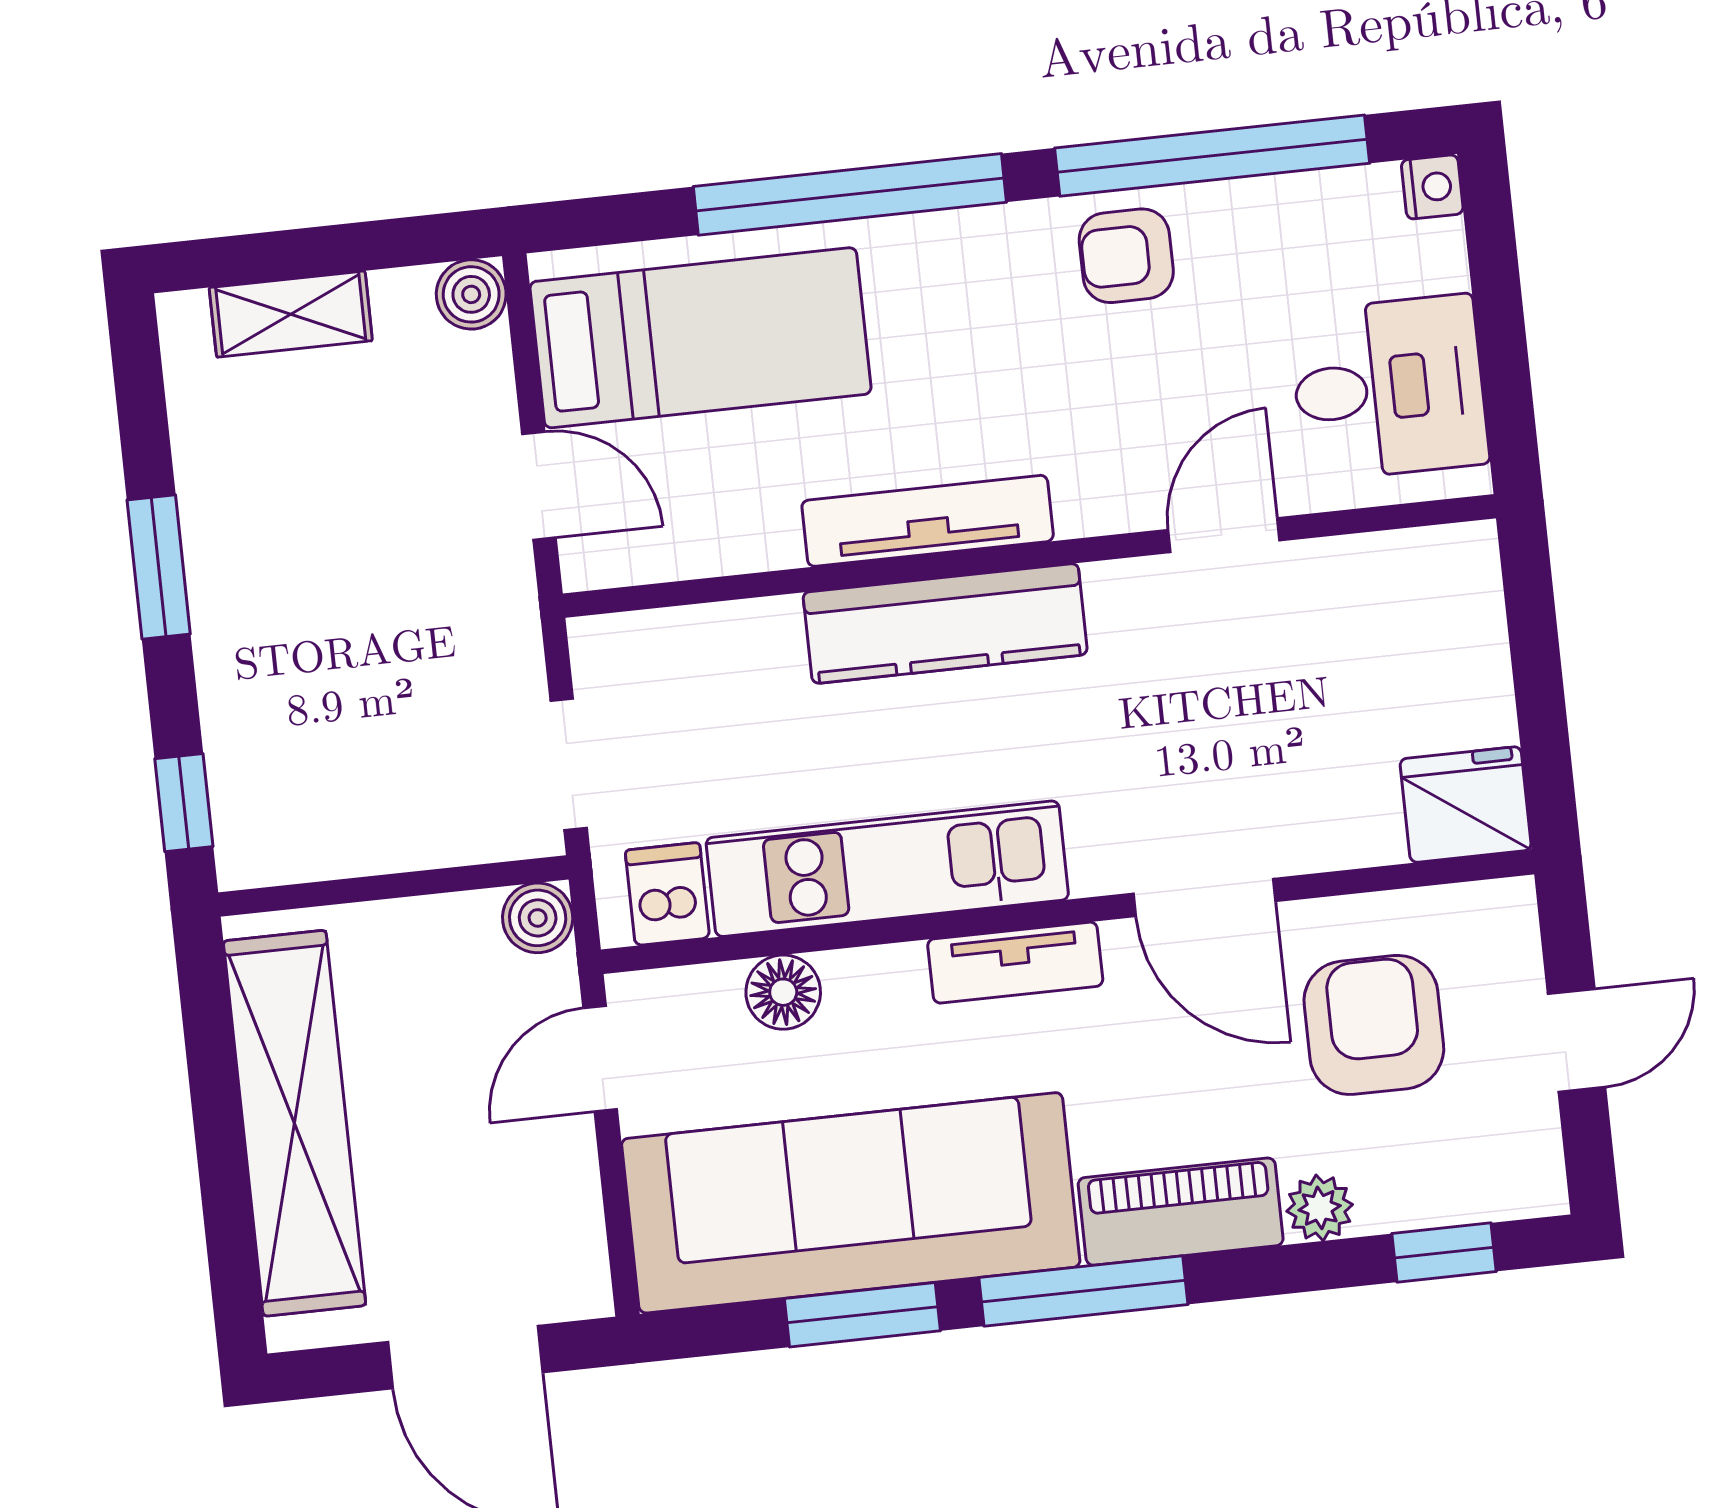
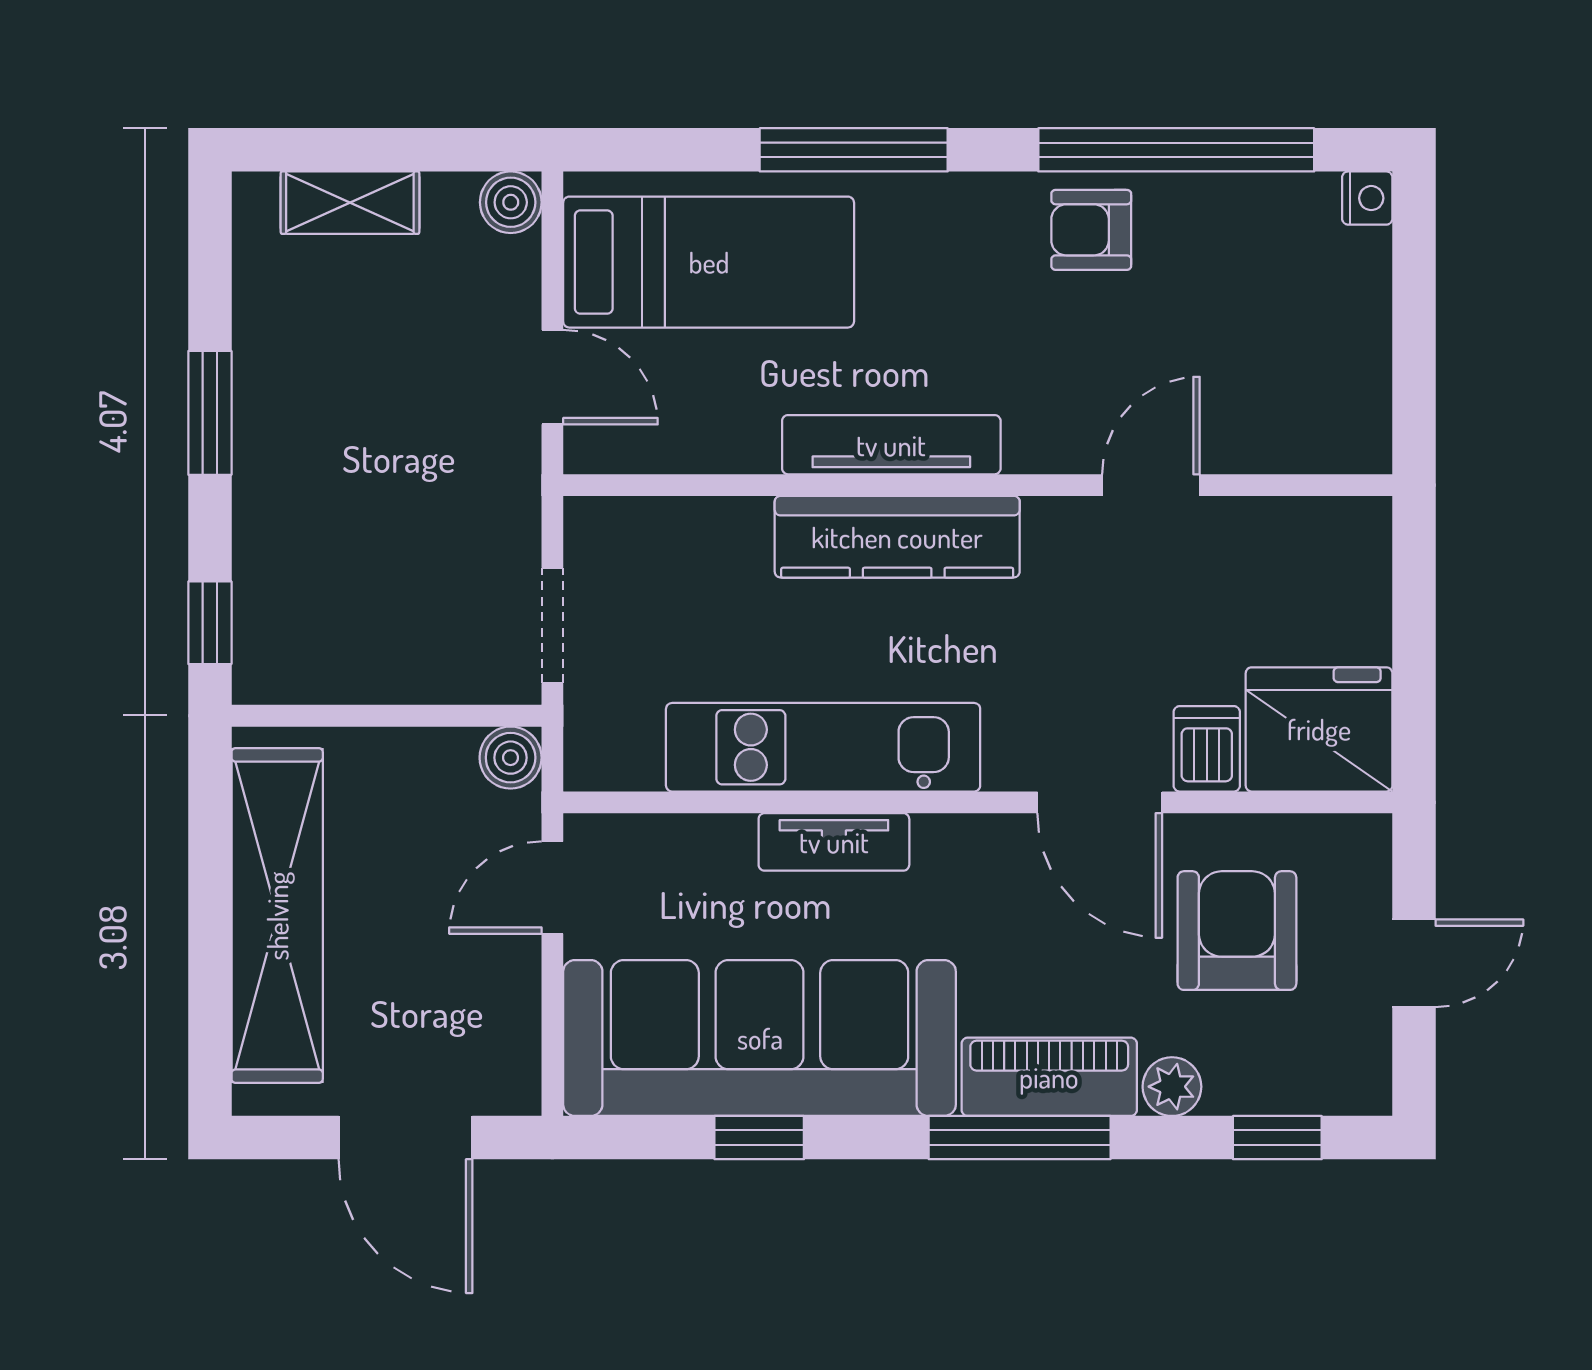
window: (850, 194) -> (854, 150), width x0.68
desk: (1389, 388) -> (1310, 371), removed
fridge: (1466, 805) -> (1319, 729), width x1.36, depth x1.34
dishwasher: (667, 894) -> (1207, 749), moved
tv unit: (1015, 963) -> (834, 842), moved
floor lamp: (783, 992) -> (720, 846), removed
window: (1083, 1291) -> (1020, 1138), moved
window: (862, 1315) -> (759, 1138), width x0.67

